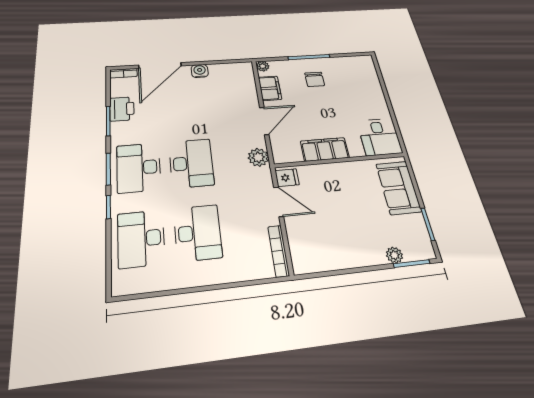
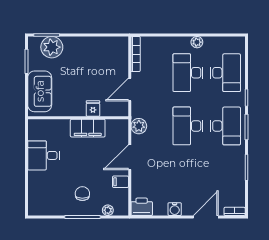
door: (160, 66) -> (206, 217), width x0.73
plant: (263, 66) -> (108, 210), moved
filing cabinet: (270, 88) -> (120, 182), width x0.50
printer: (122, 109) -> (142, 207), moved, turned 90
desk: (380, 137) -> (44, 155), moved, turned -90
fridge: (287, 178) -> (93, 109), moved, turned 90
door: (279, 202) -> (130, 89), hinge flipped
plant: (394, 255) -> (52, 47), width x1.88, depth x1.88
plant: (188, 279) -> (197, 42), added

